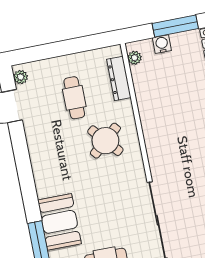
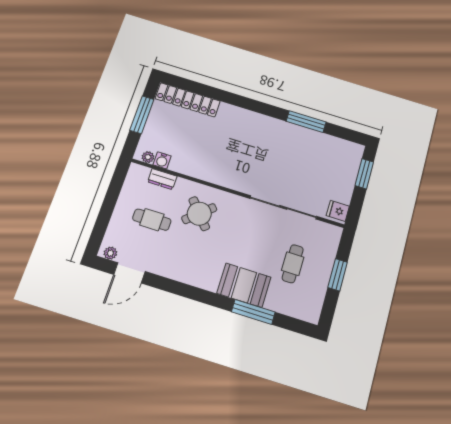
water cooler: (162, 44) -> (162, 160), moved, turned -90
dresser: (119, 78) -> (162, 179), width x0.70

